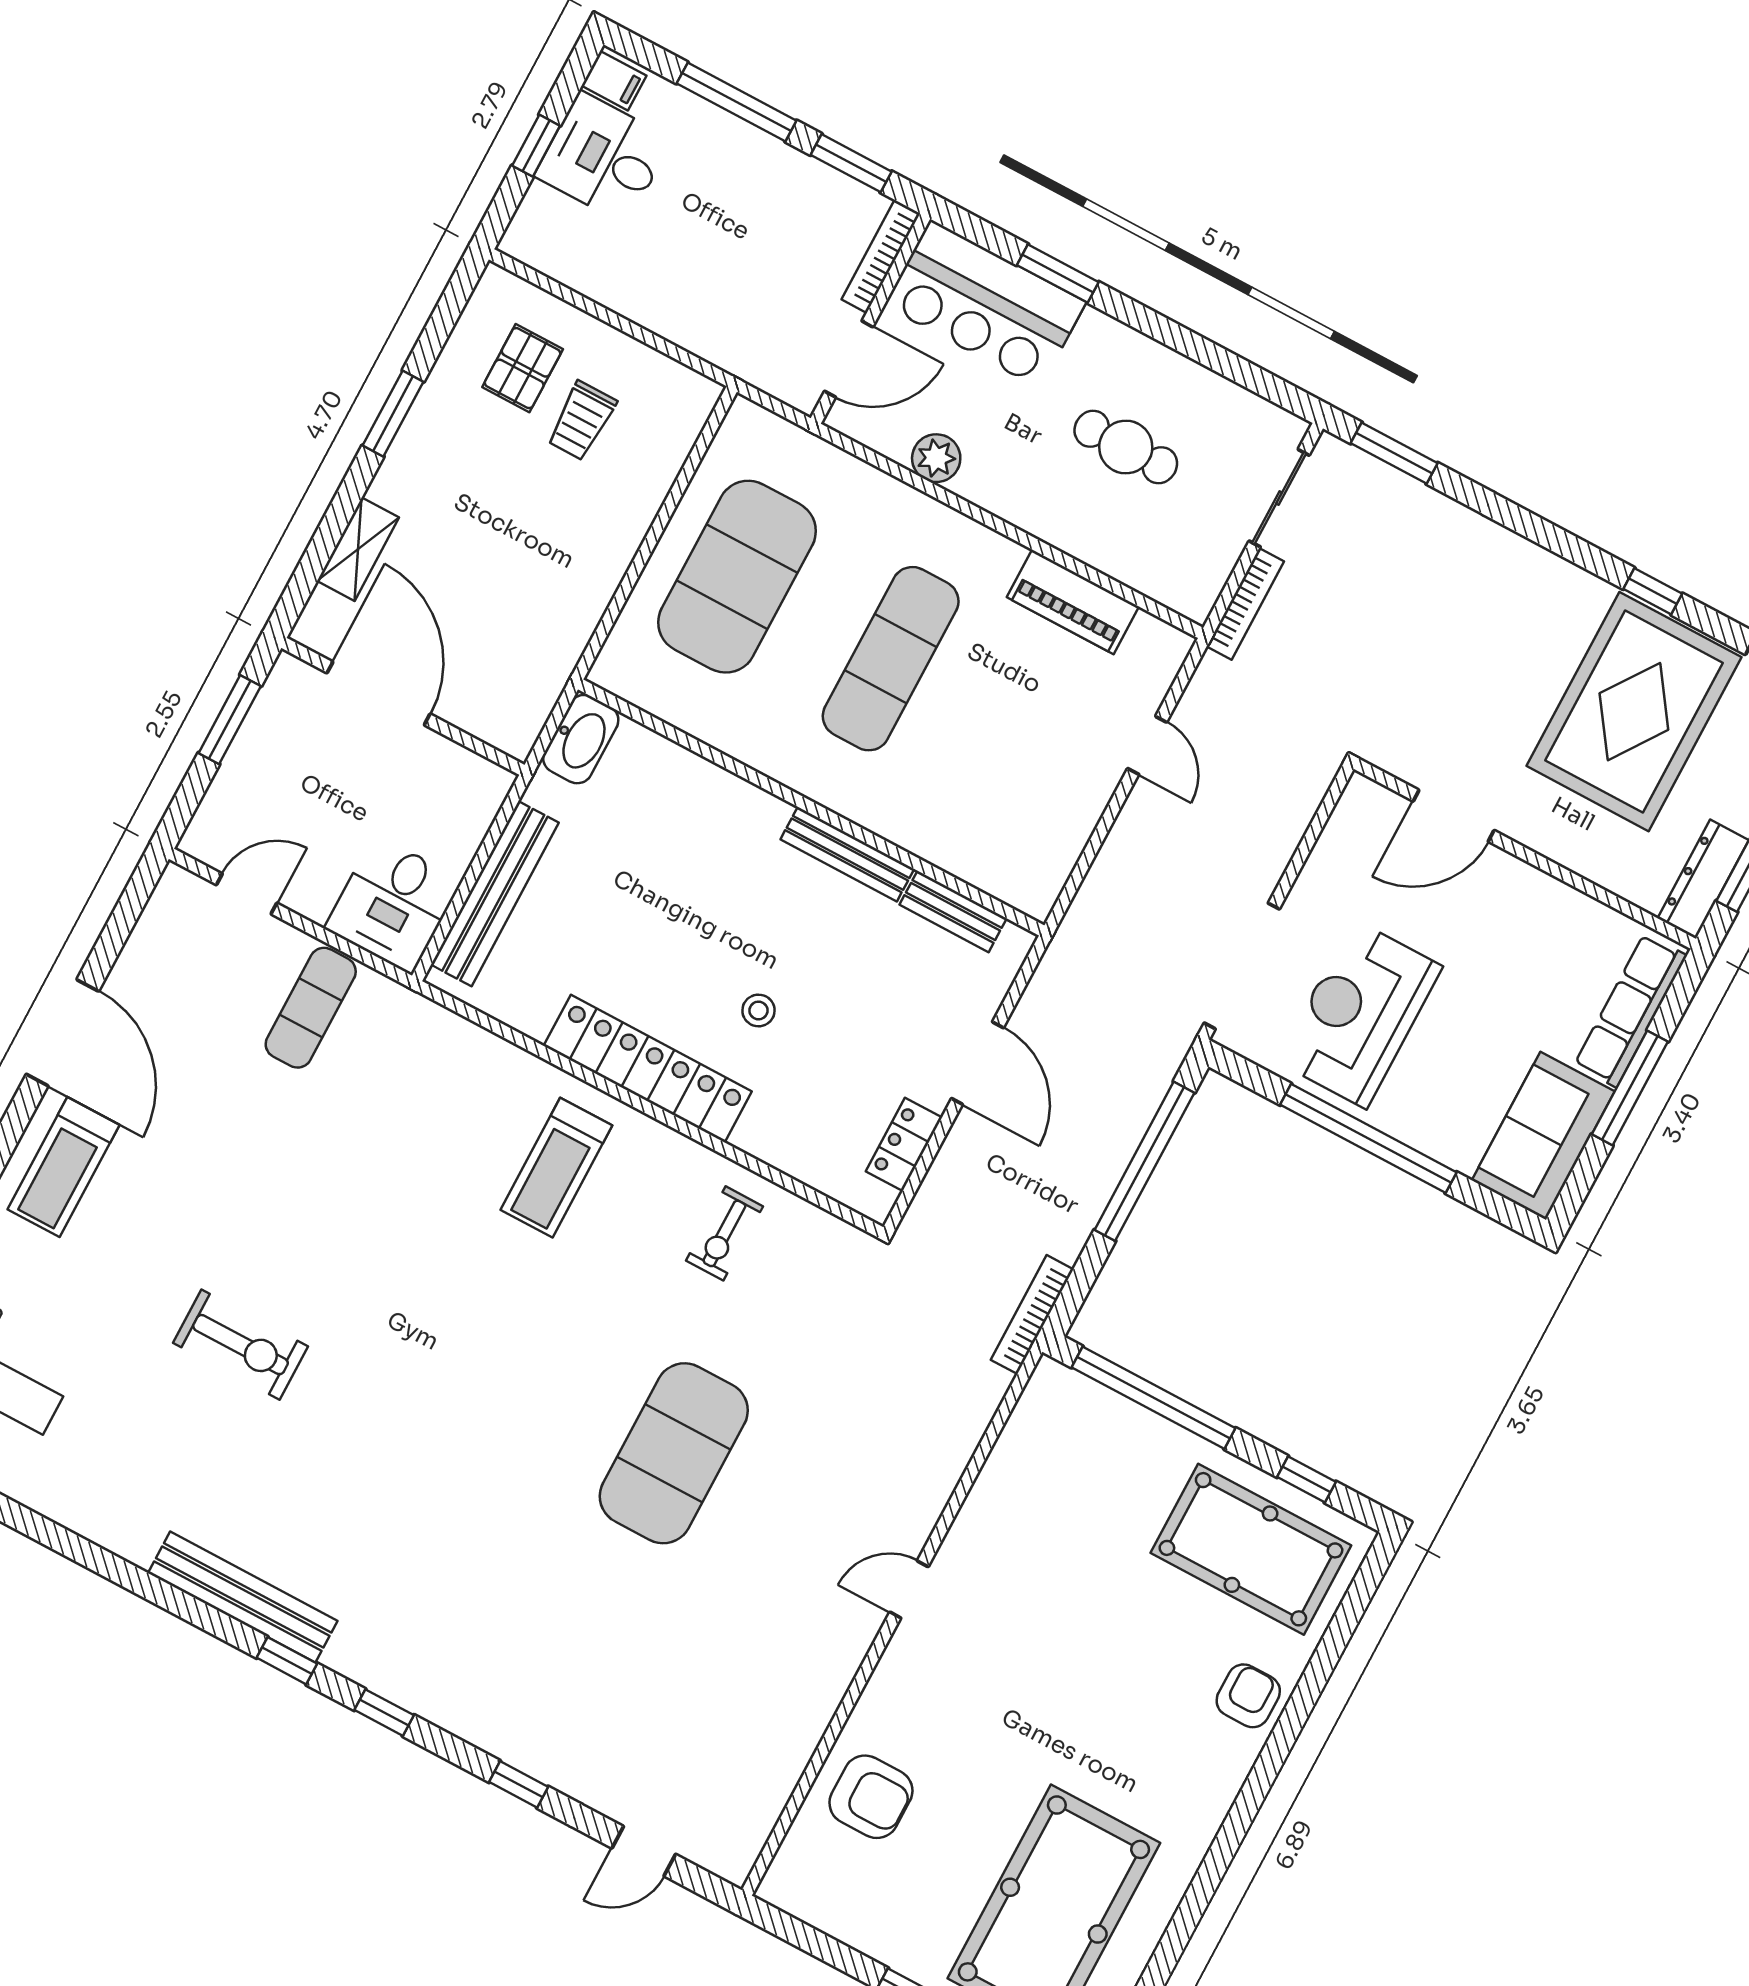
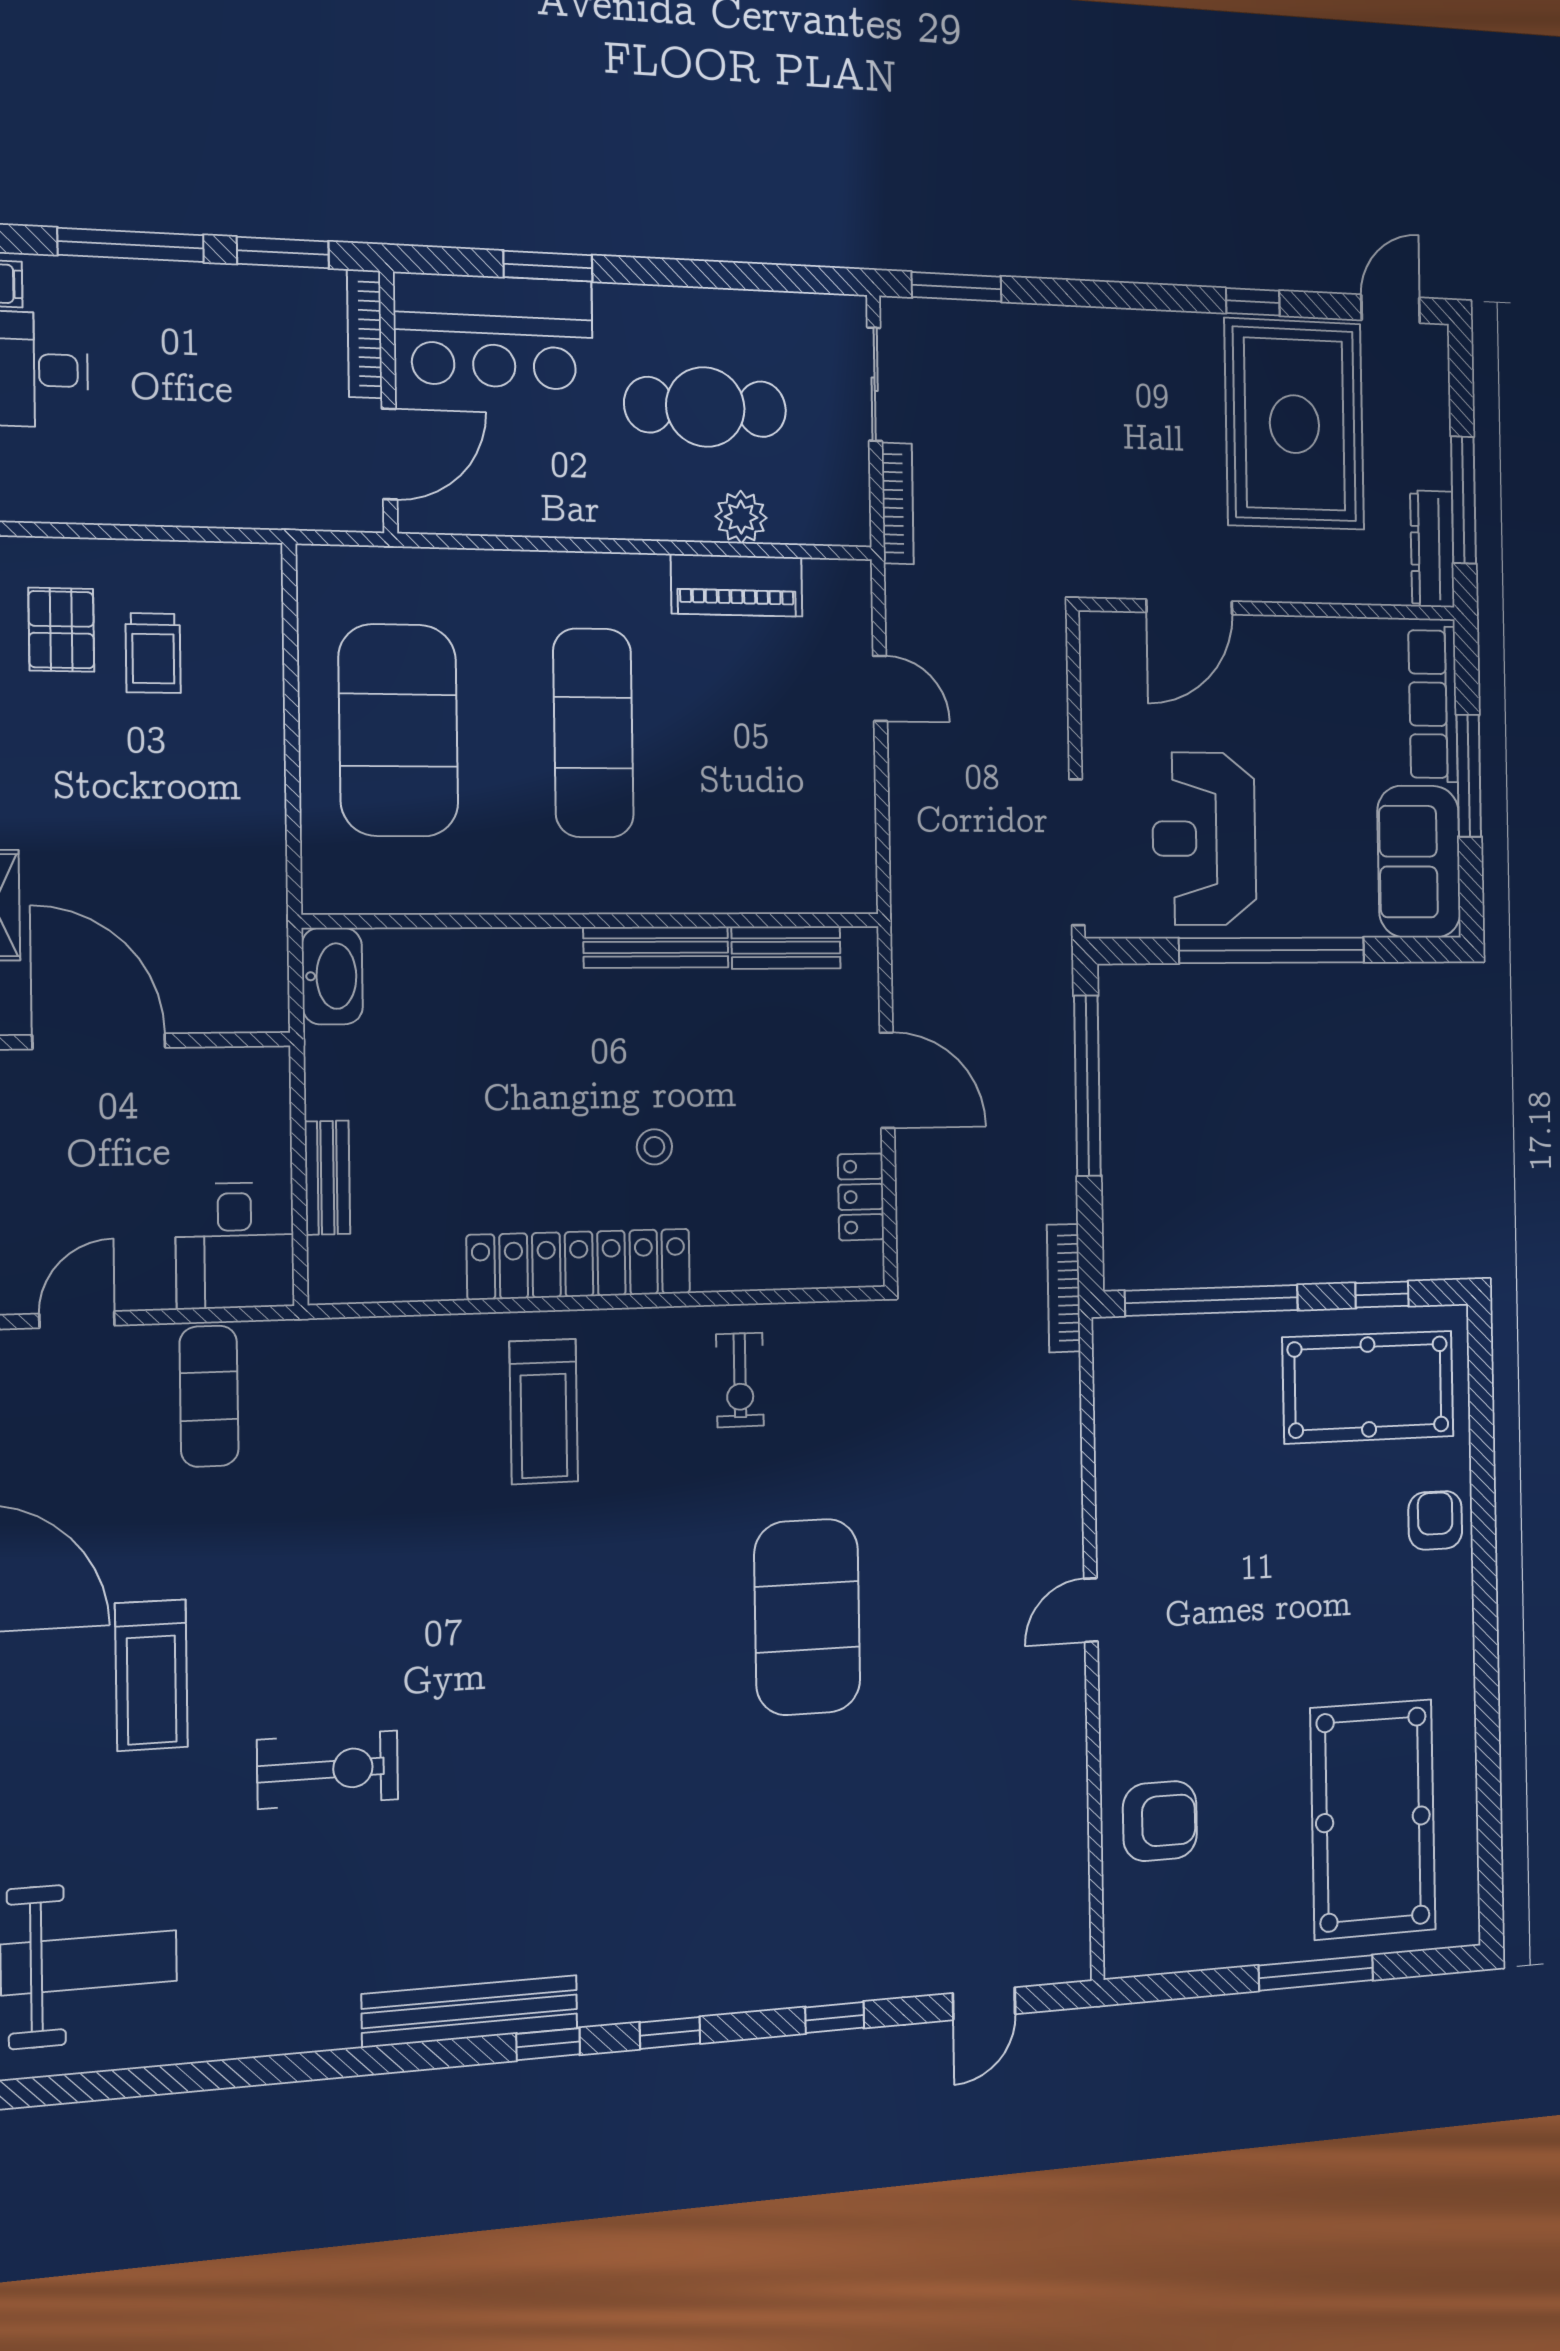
cafe table: (1126, 447) -> (705, 407), width x1.37, depth x1.35
plant: (936, 458) -> (741, 517), moved
bench: (495, 894) -> (327, 1178), width x0.54, depth x0.82
treadmill: (63, 1167) -> (151, 1675), moved

